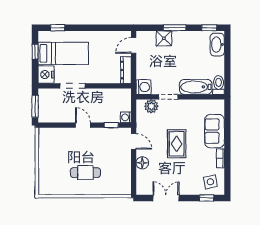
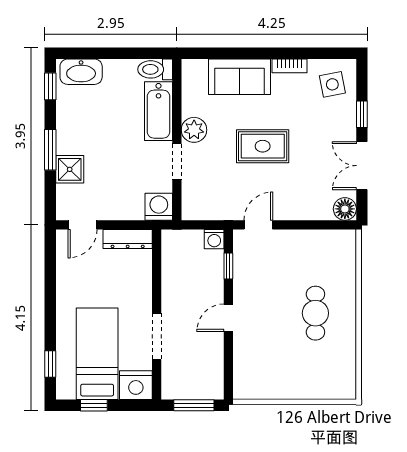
door: (134, 45) -> (83, 225), hinge flipped
plant: (151, 106) -> (194, 130), moved
floor lamp: (142, 163) -> (345, 209), moved
window: (207, 198) -> (362, 114), moved

